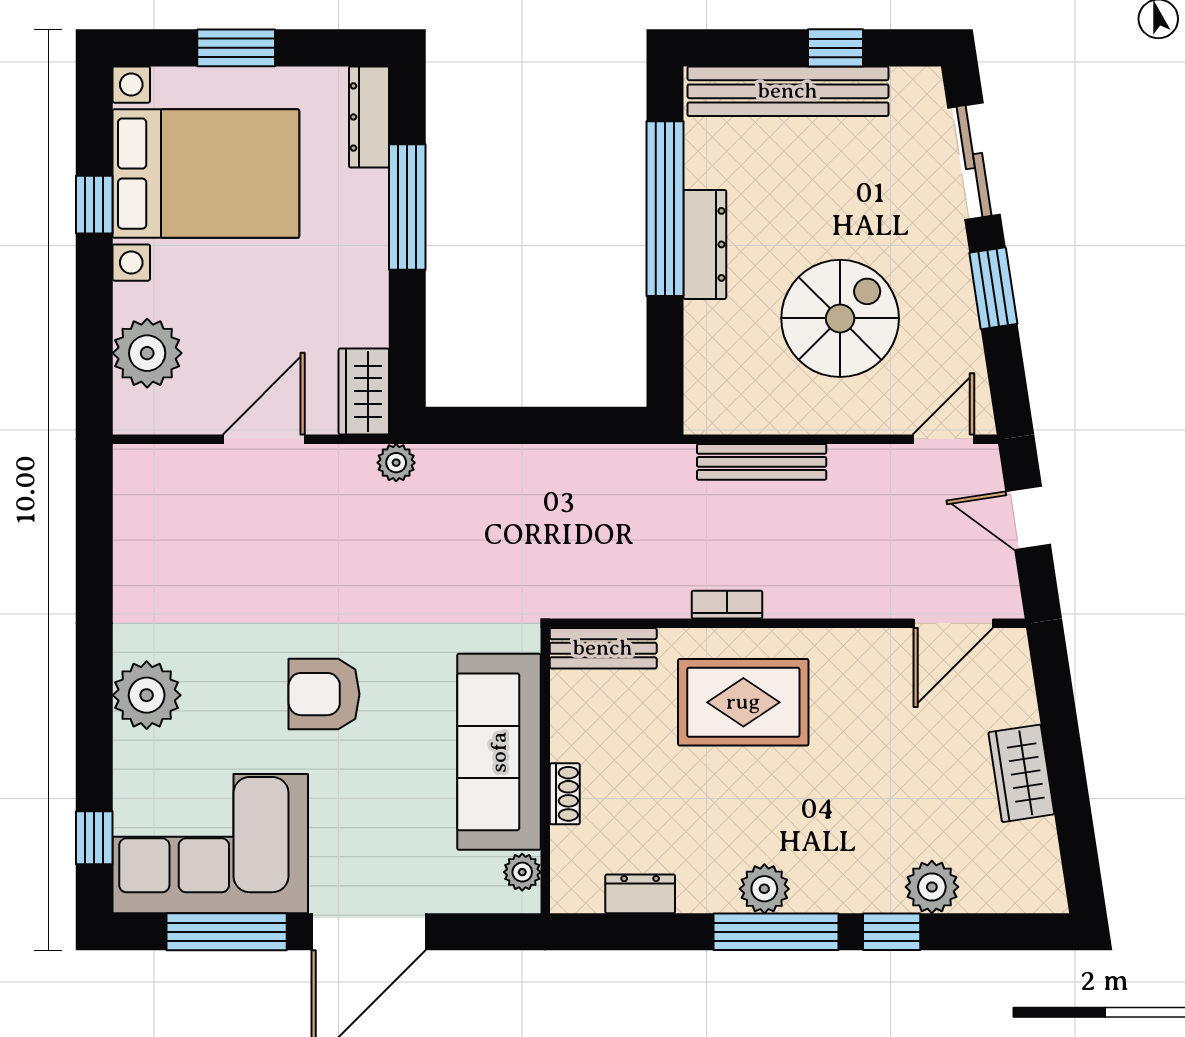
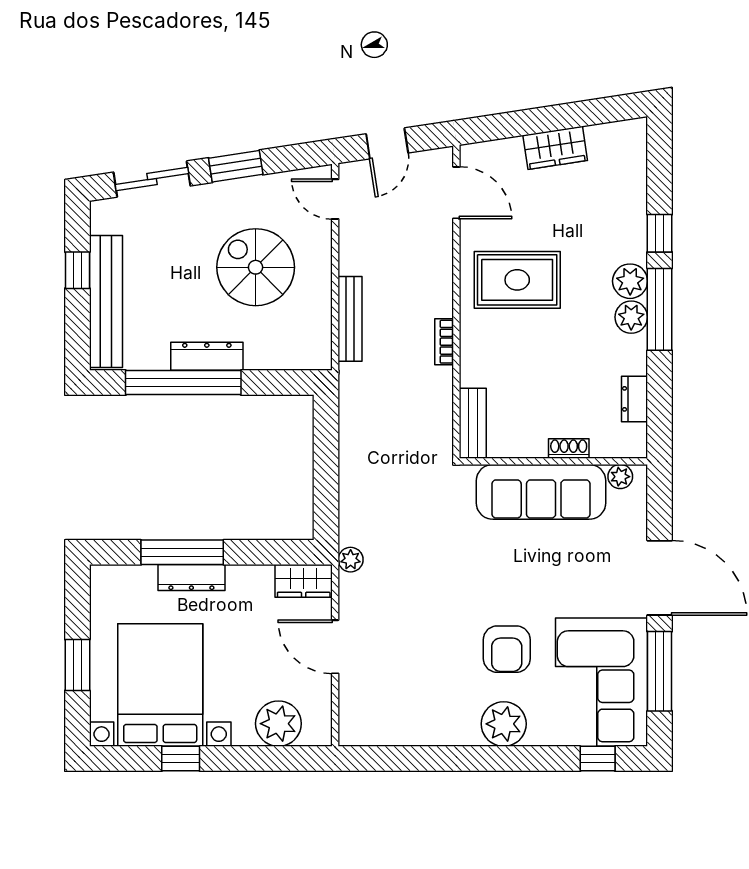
dresser: (369, 117) -> (191, 578), moved
armchair: (324, 694) -> (507, 649), moved
rug: (743, 702) -> (517, 280), moved, turned 90
plant: (932, 887) -> (630, 281), moved

